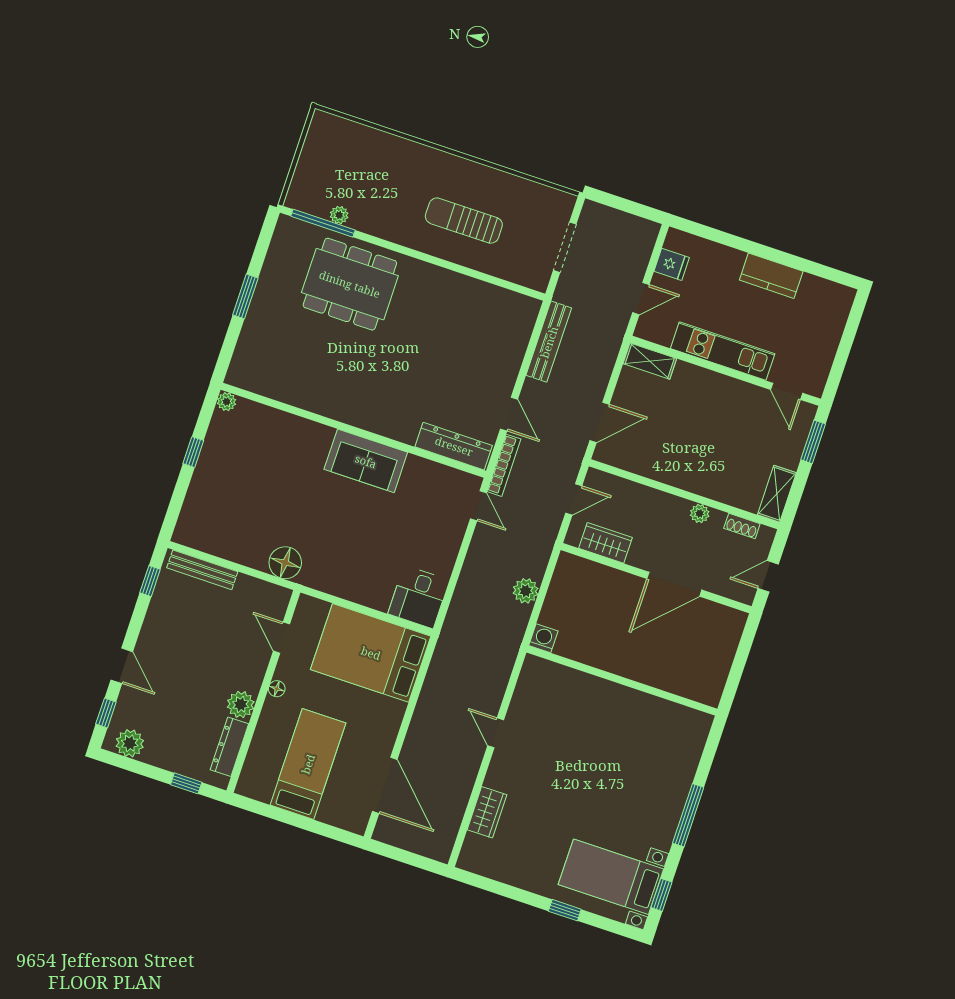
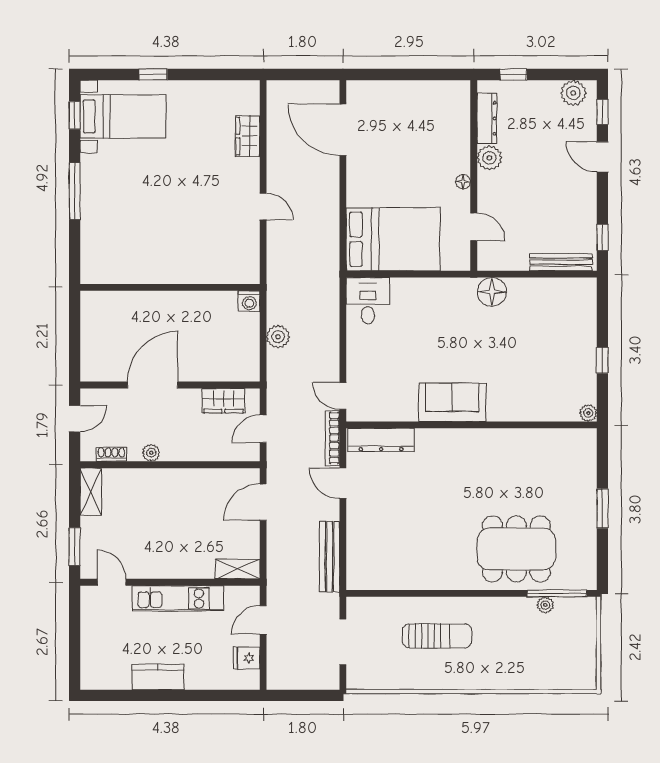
bed: (308, 764) -> (415, 126), removed

